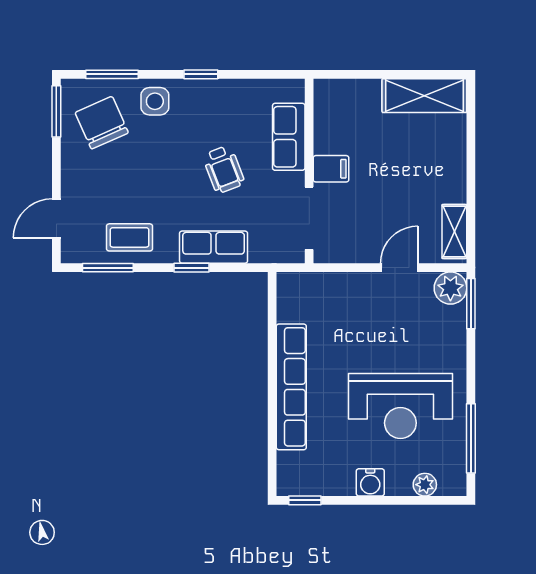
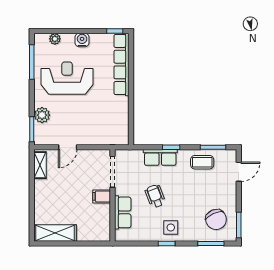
side table: (155, 101) -> (171, 227), moved
plant: (450, 288) -> (42, 115), moved
row of seats: (291, 387) -> (121, 65), moved

